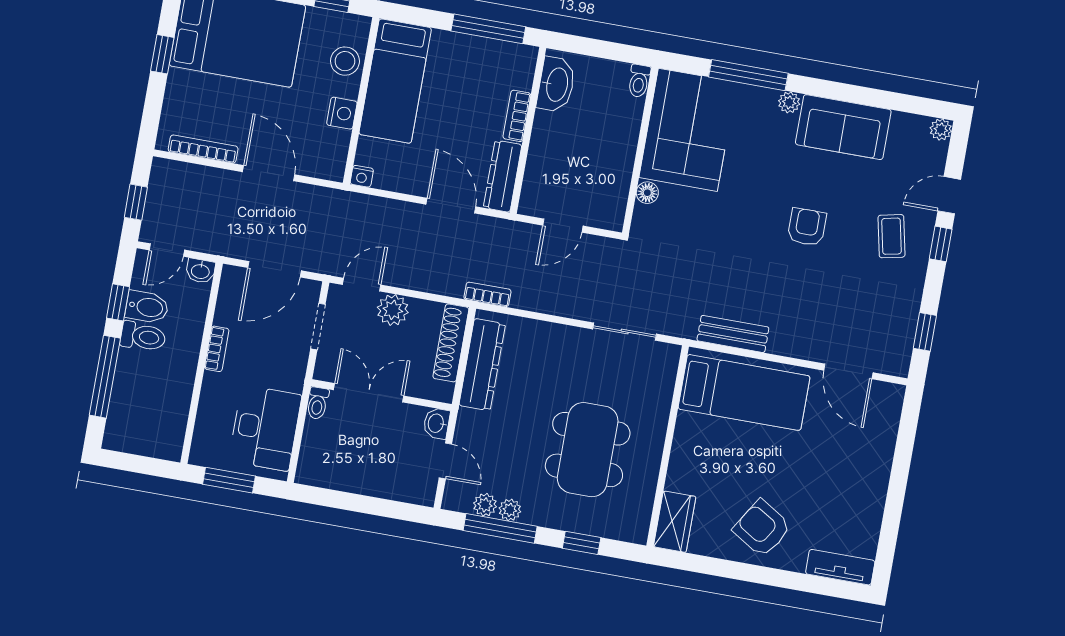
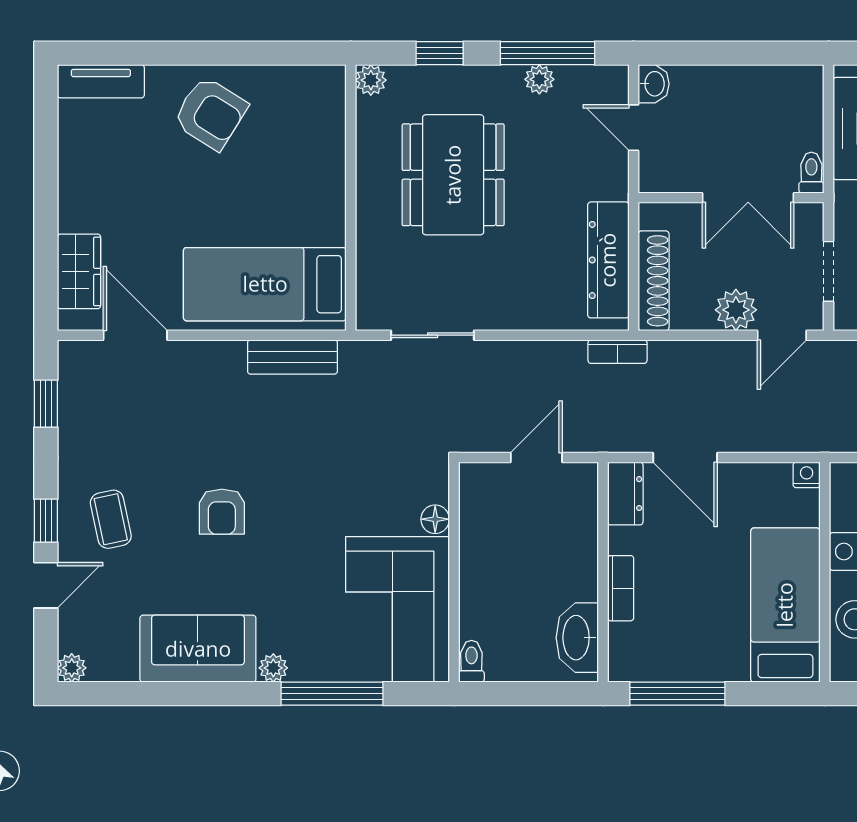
dresser: (503, 176) -> (625, 494), width x0.70
washbasin: (436, 423) -> (654, 84), moved
plant: (485, 505) -> (371, 80), moved
wardrobe: (675, 522) -> (79, 271), moved, turned 180

